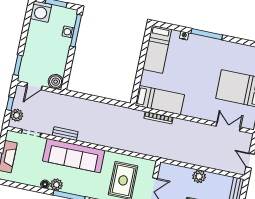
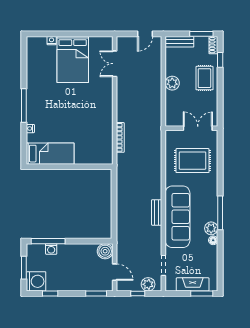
window: (27, 22) -> (50, 293), added
bed: (160, 100) -> (102, 140), removed
bench: (65, 134) -> (157, 212), moved

